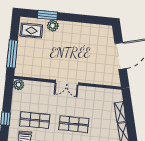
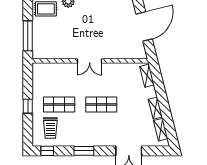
plant: (19, 85) -> (38, 68), removed
shelving: (120, 112) -> (147, 76), moved

